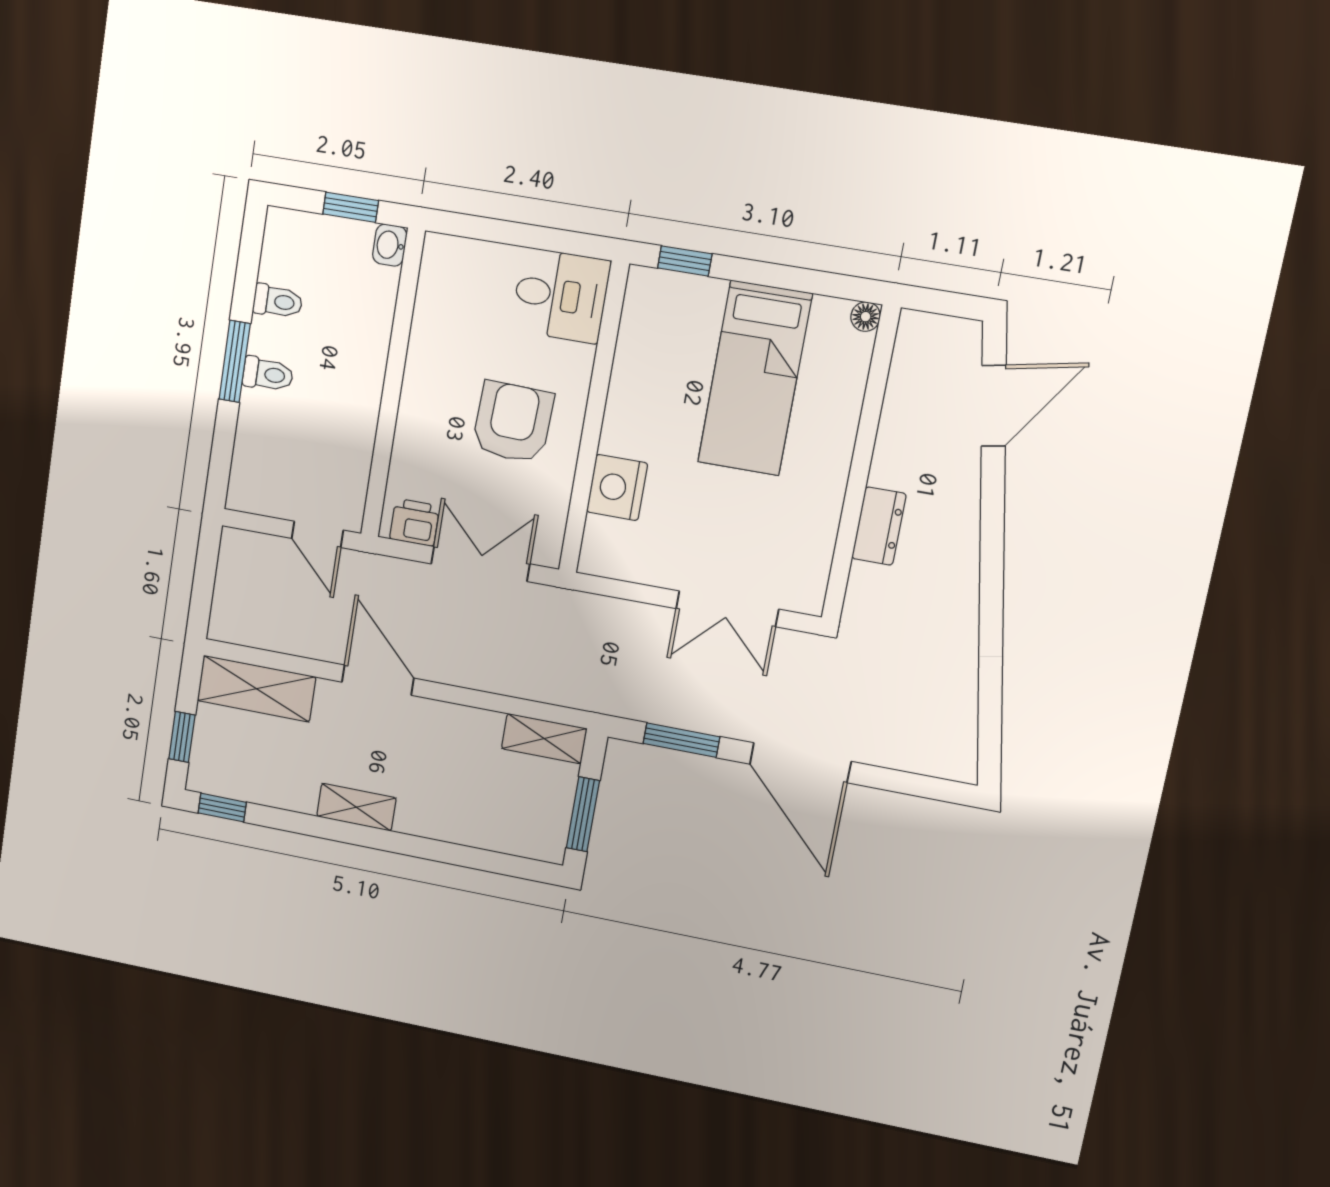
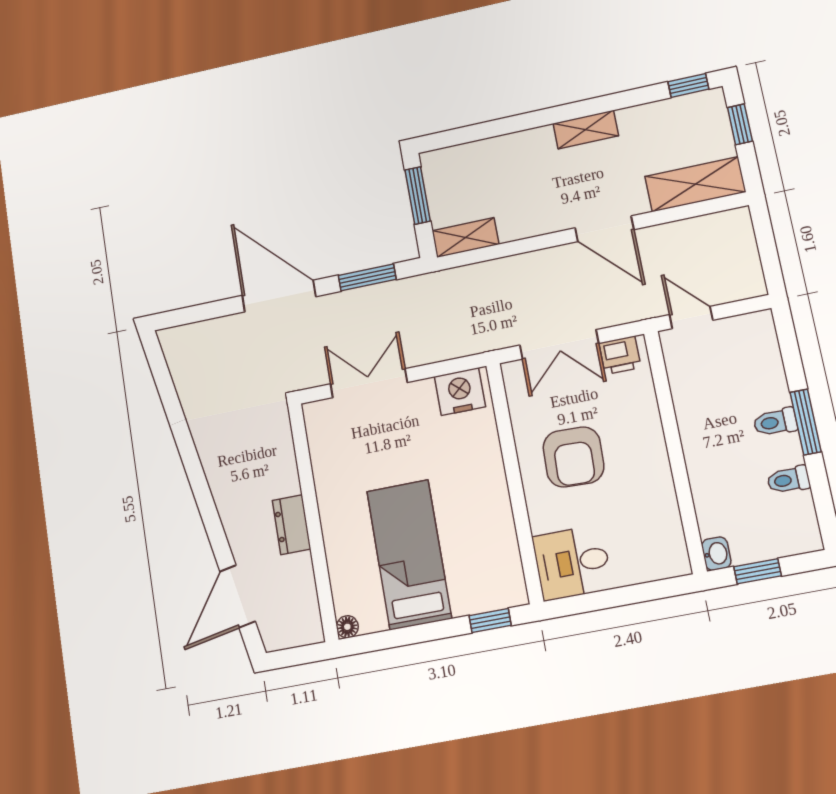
nightstand: (617, 487) -> (460, 392), moved, turned -90
dresser: (879, 526) -> (292, 525), moved

